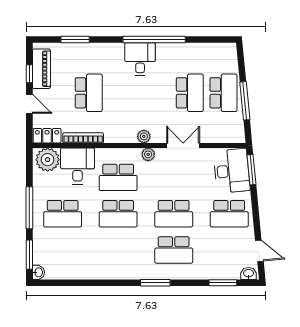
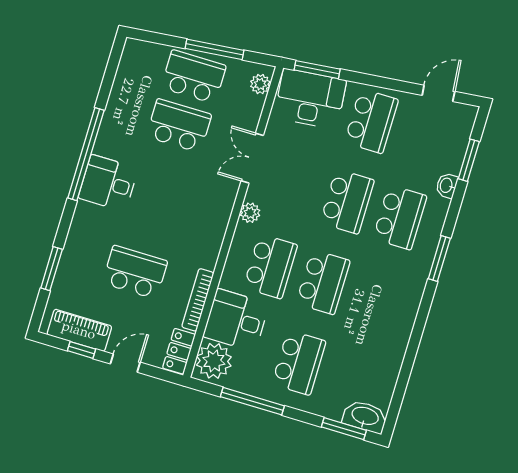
plant: (144, 136) -> (260, 84), moved
window: (29, 208) -> (252, 401), moved
washbasin: (38, 272) -> (365, 417), width x1.91, depth x1.45
washbasin: (249, 274) -> (447, 185), moved

